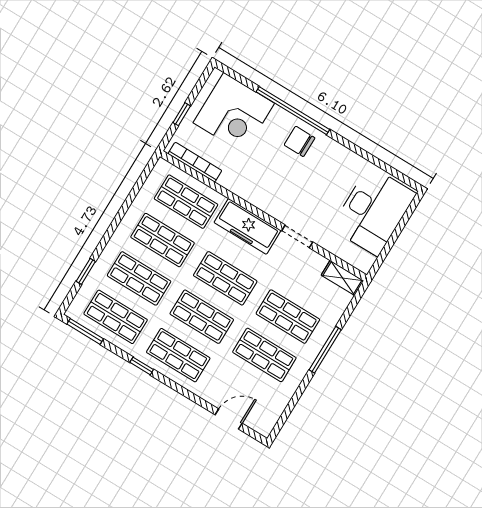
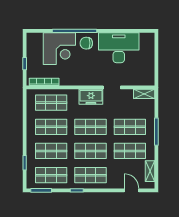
corner desk: (234, 113) -> (59, 49), moved
desk: (373, 211) -> (119, 48), moved, turned -90
freezer: (247, 226) -> (91, 97), width x0.71
shelving: (277, 406) -> (150, 171), added
door: (229, 419) -> (132, 190), hinge flipped

